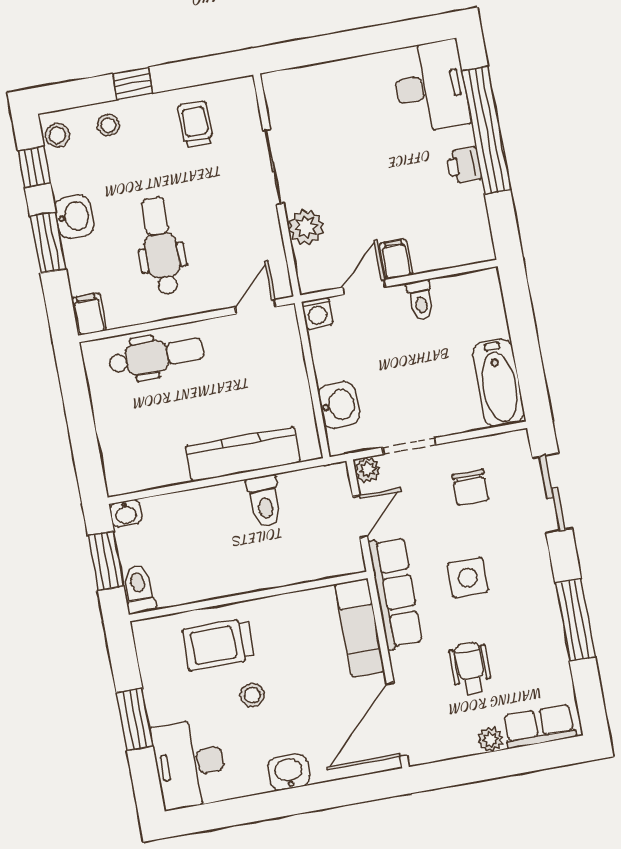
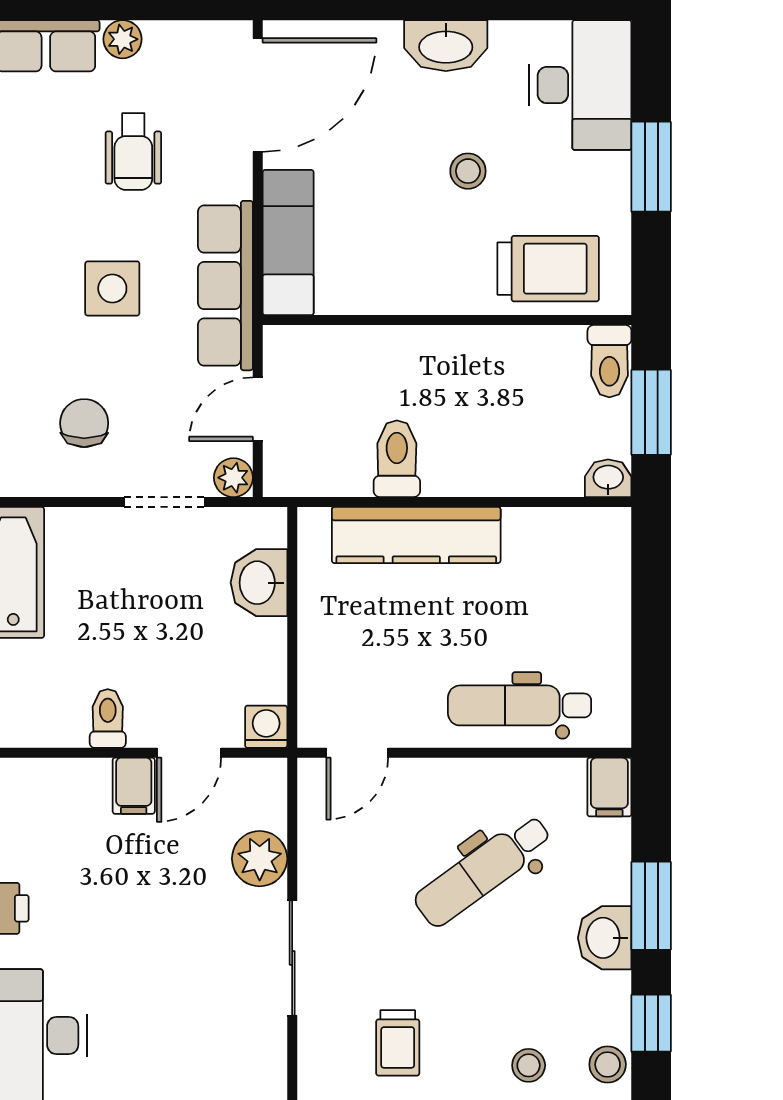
dental chair: (161, 246) -> (483, 870), turned 54
trolley: (218, 645) -> (548, 269), moved
washbasin: (289, 772) -> (446, 46), width x1.38

